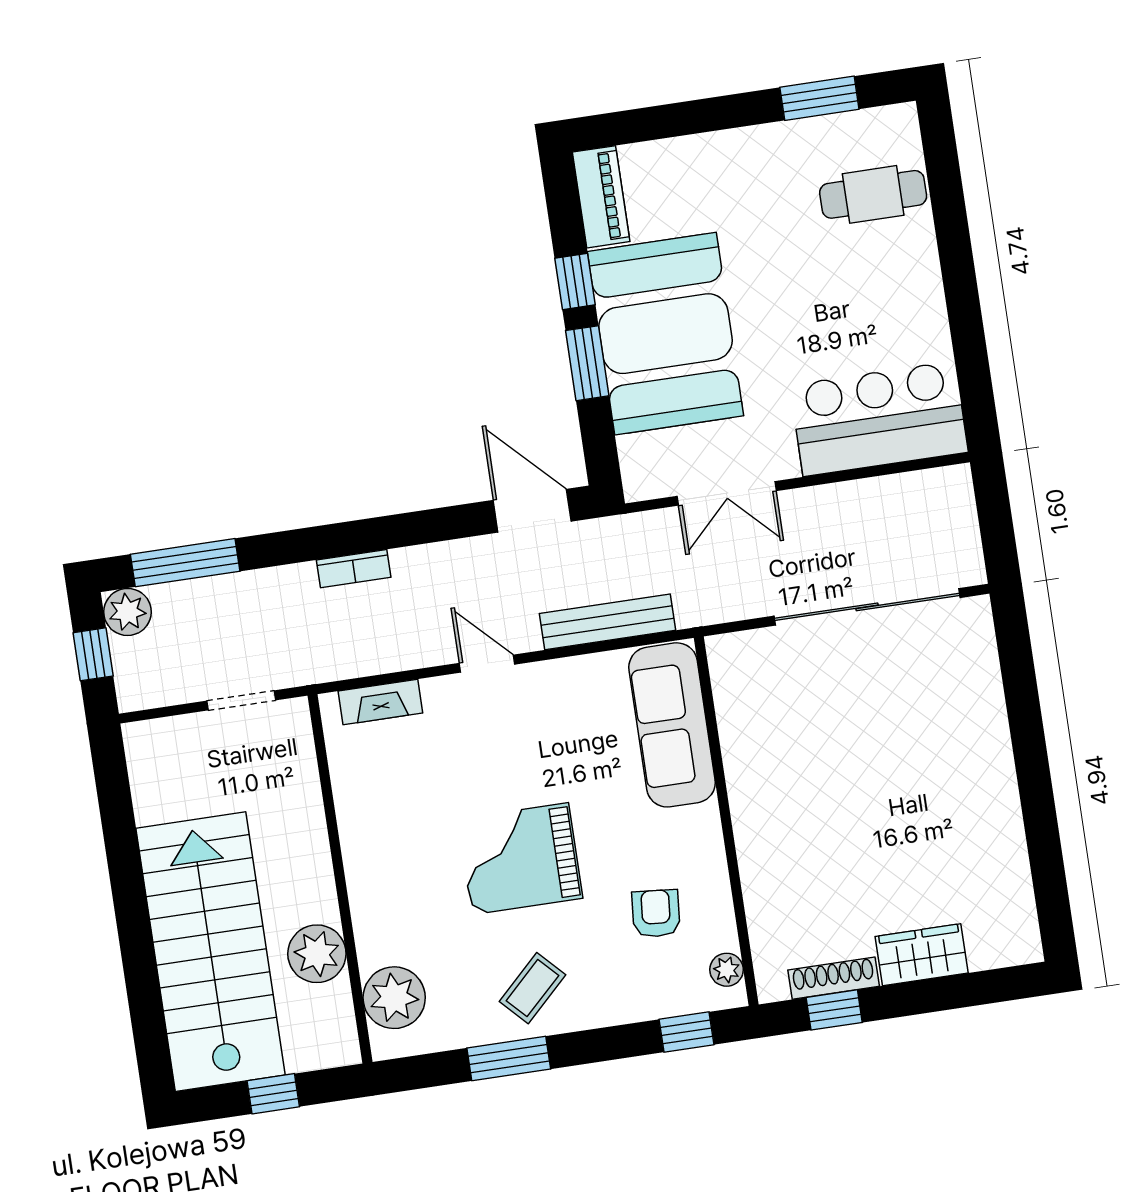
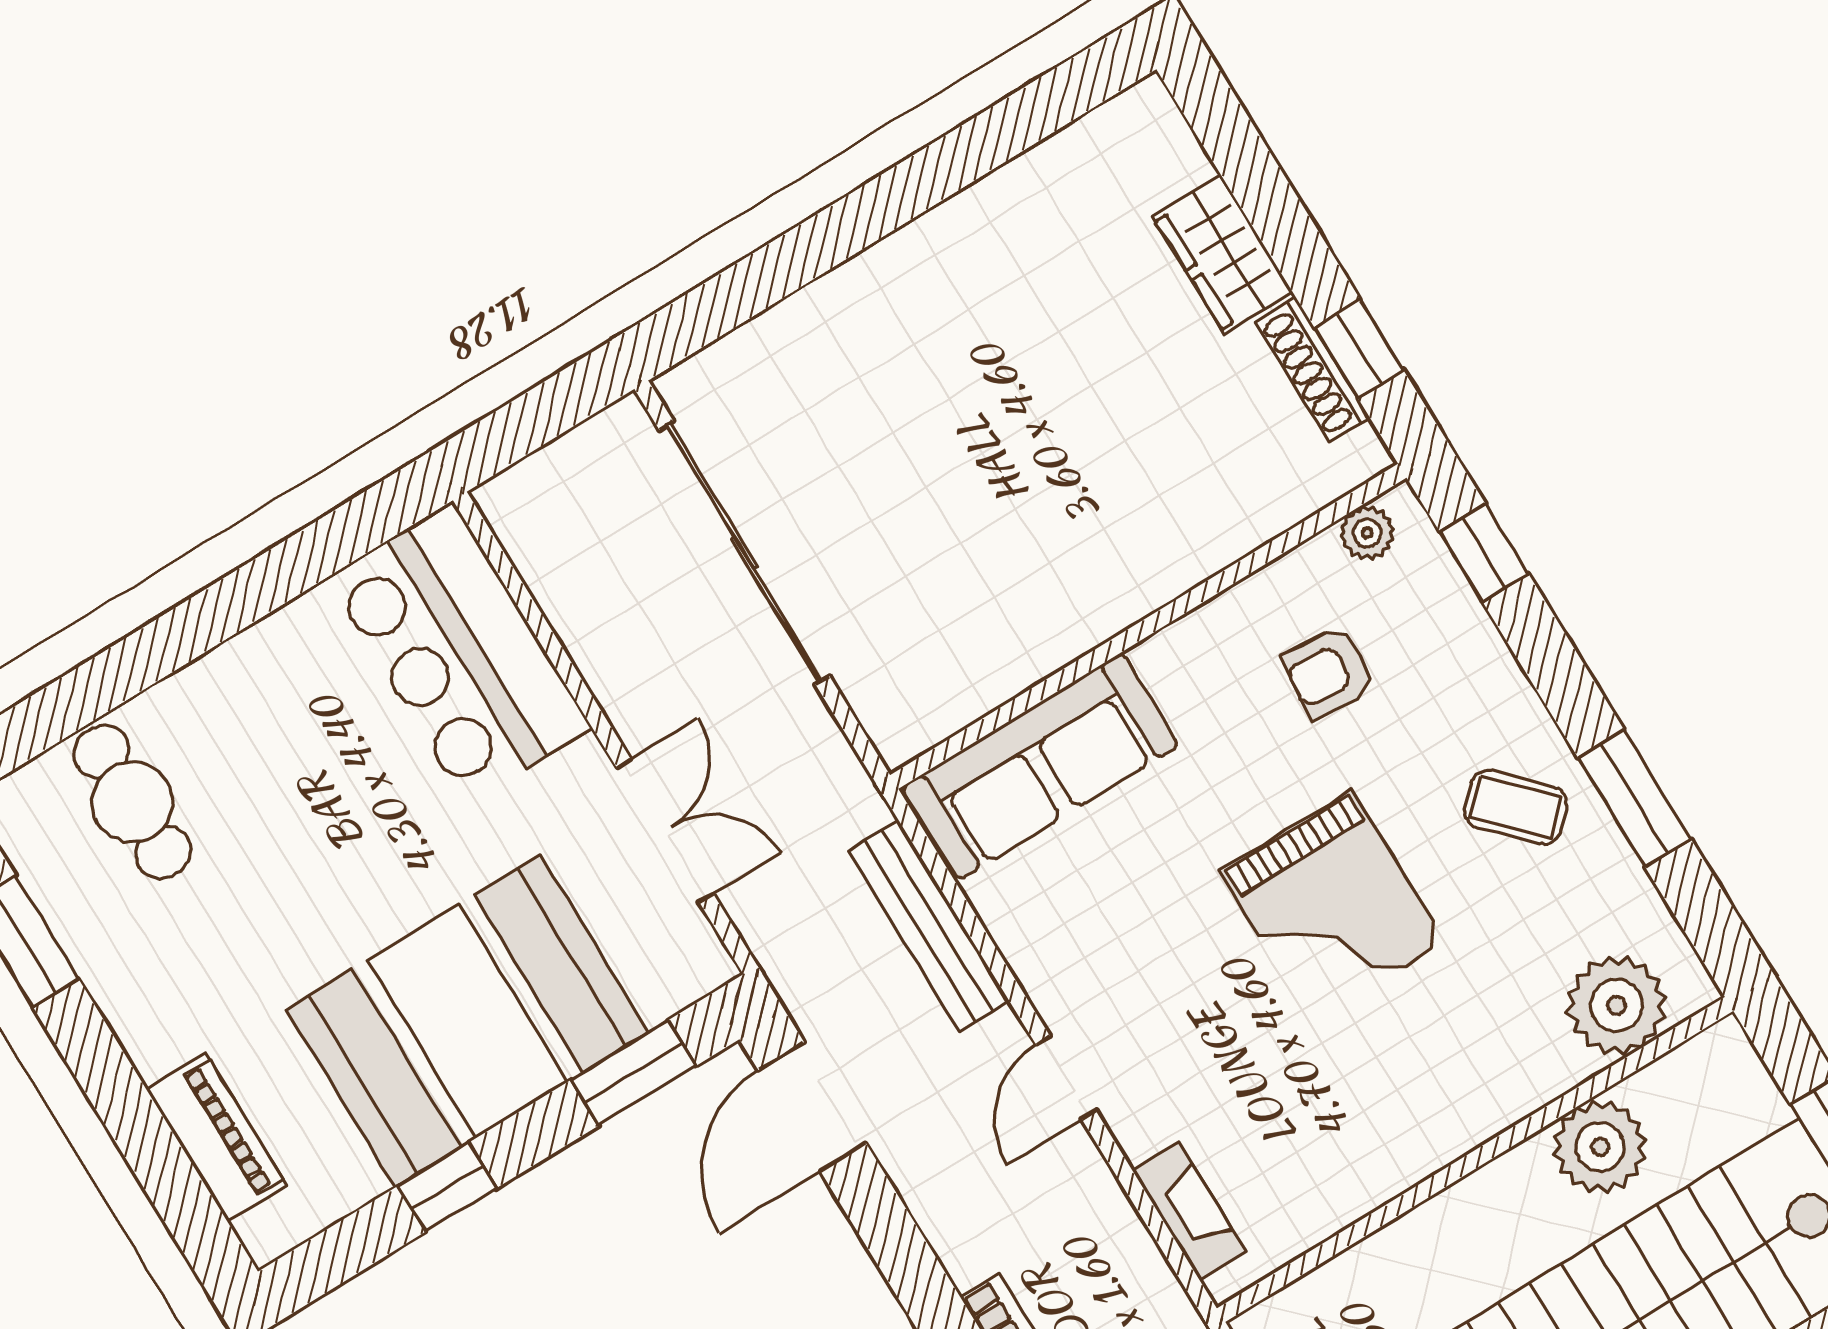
piano: (601, 197) -> (216, 1138), moved, turned 90
window: (587, 363) -> (633, 1073), moved

